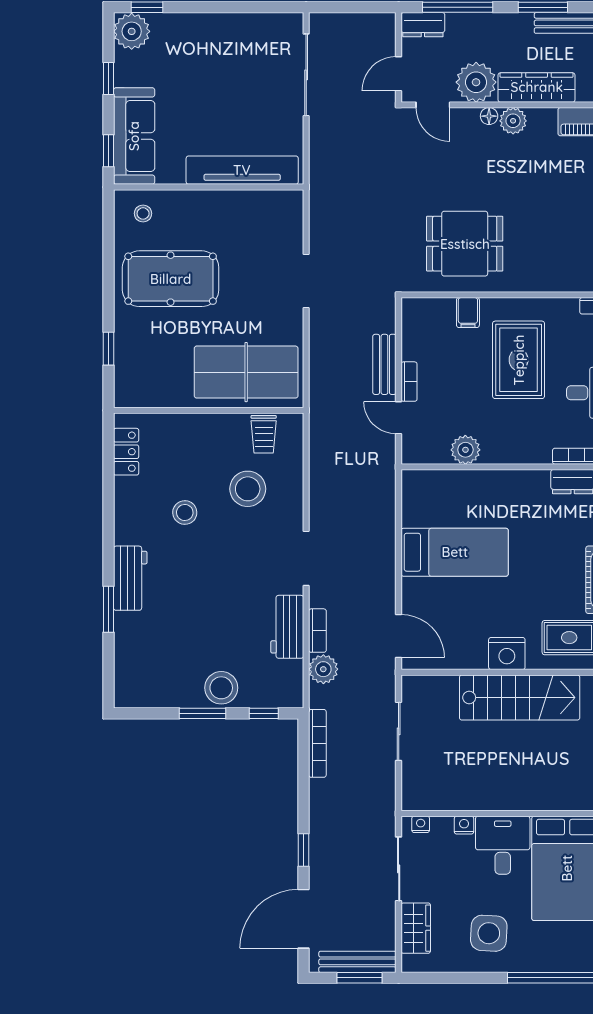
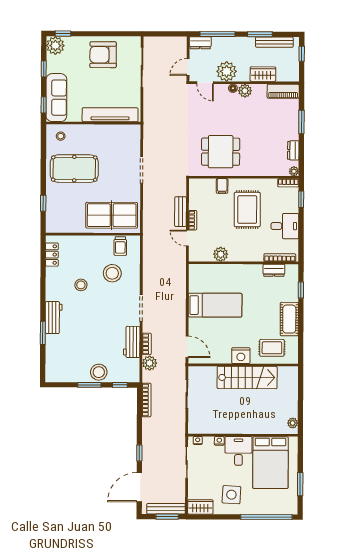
armchair: (228, 49) -> (103, 55), added
wardrobe: (537, 87) -> (263, 74), width x0.67
wardrobe: (416, 928) -> (200, 507), moved, turned -90

